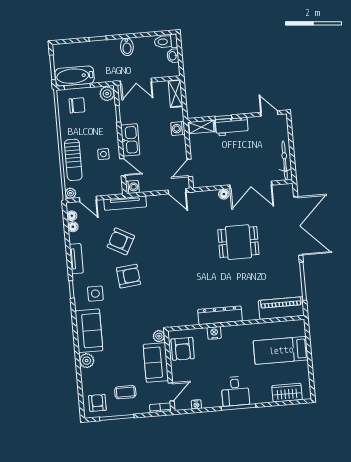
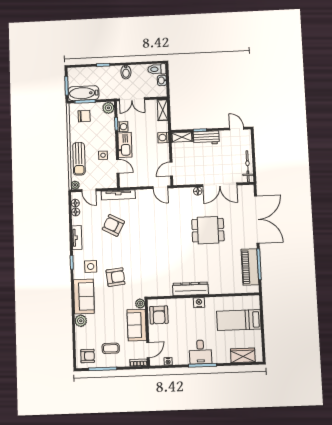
washing machine: (132, 187) -> (123, 127), moved
armchair: (129, 276) -> (116, 277), moved
piano: (281, 308) -> (250, 267), moved, turned -90
nightstand: (214, 333) -> (199, 303), moved
armchair: (97, 403) -> (88, 356), turned 90

